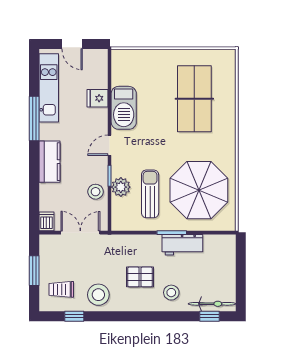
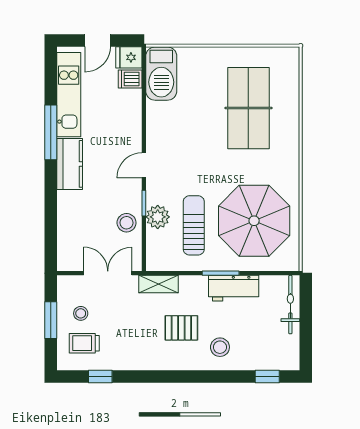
door: (72, 44) -> (98, 40), hinge flipped
fridge: (97, 98) -> (129, 57), moved
barbecue: (124, 108) -> (161, 74), moved
kitchen counter: (49, 162) -> (70, 164), moved
dishwasher: (46, 221) -> (130, 79), moved, turned -90
shelving: (121, 241) -> (158, 284), added
stool: (98, 295) -> (81, 313), moved, width x0.53, depth x0.53
bicycle: (212, 304) -> (290, 305), moved, turned -90

